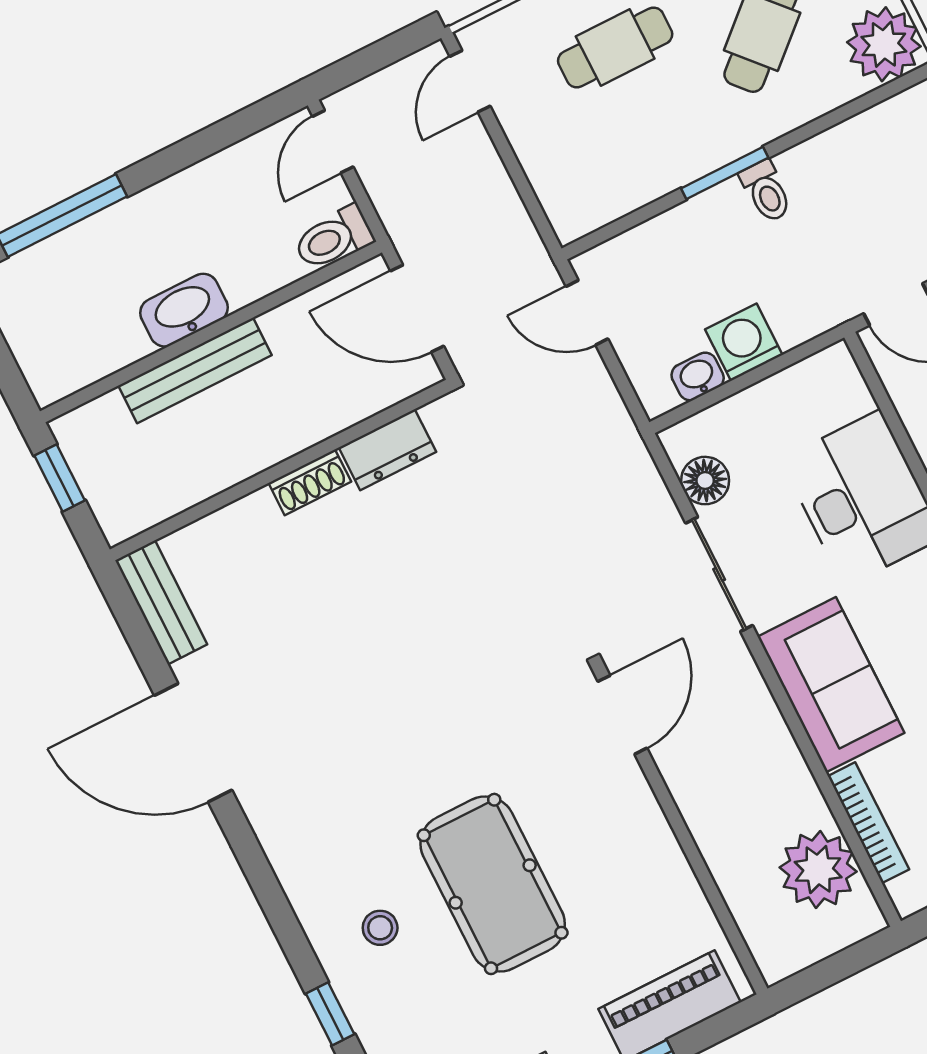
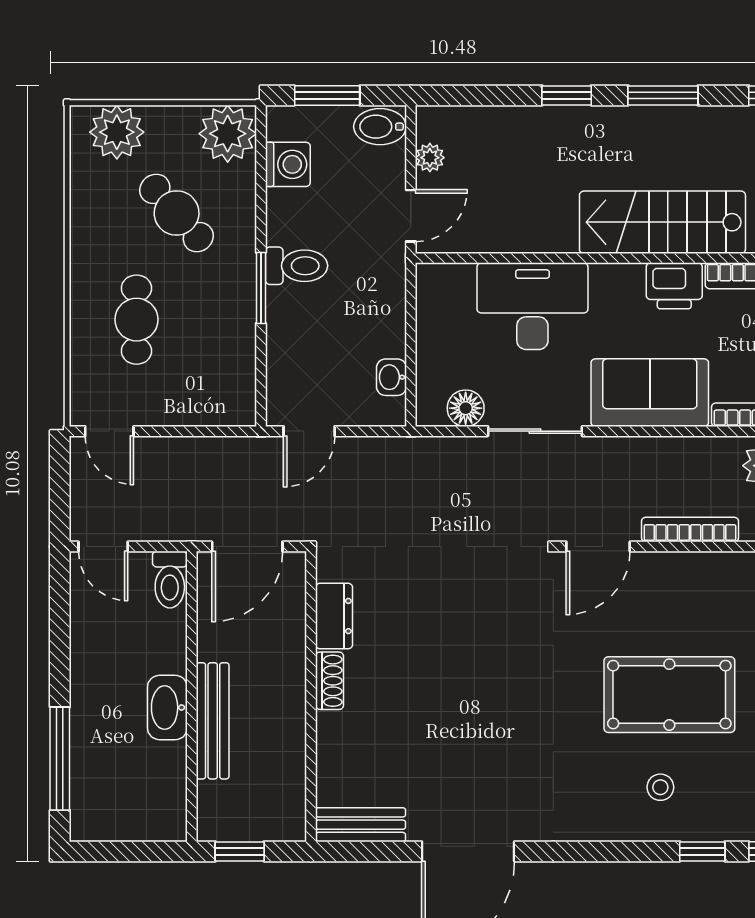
toilet: (766, 191) -> (297, 266), width x1.37, depth x1.39
washing machine: (744, 342) -> (288, 164), moved, turned 180
door: (622, 715) -> (598, 547), swing flipped
bookcase: (696, 811) -> (690, 530), added

